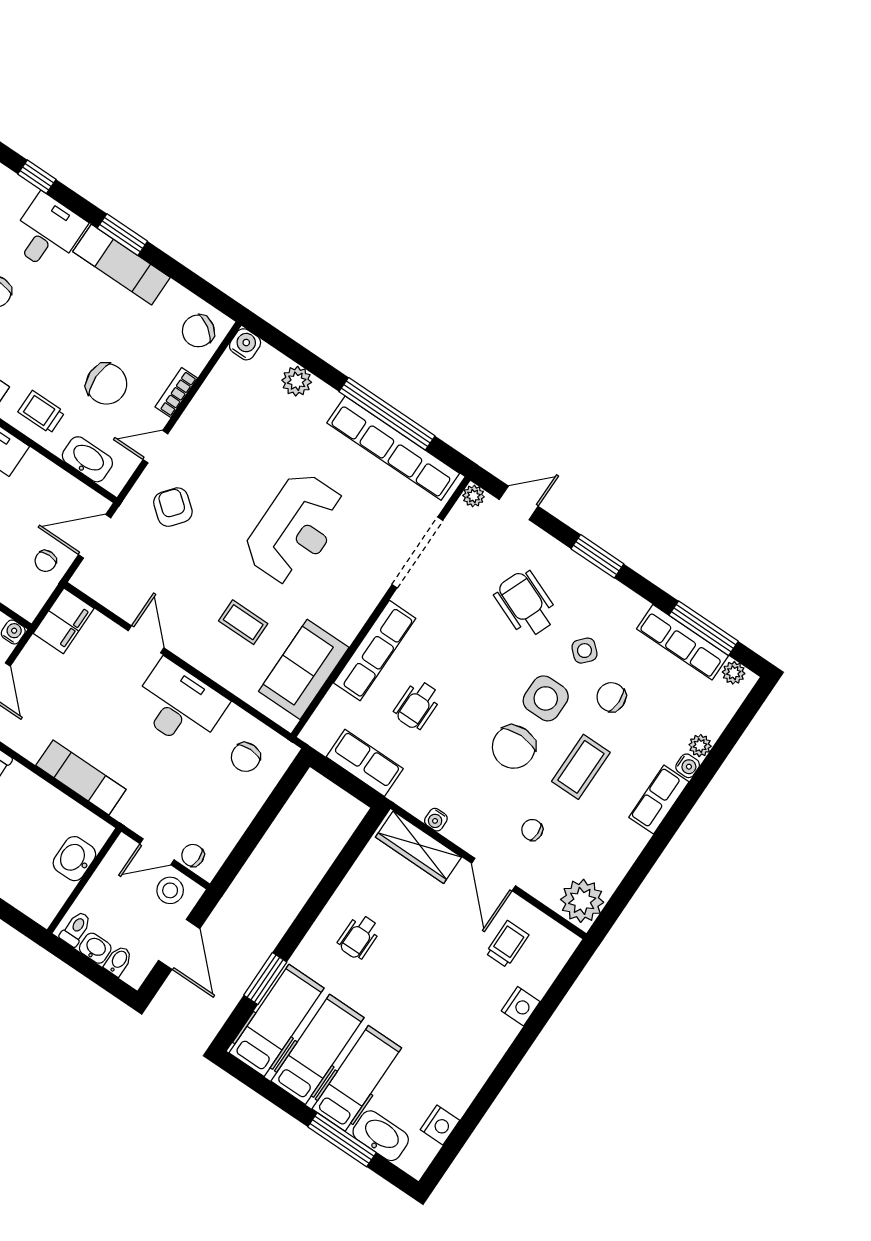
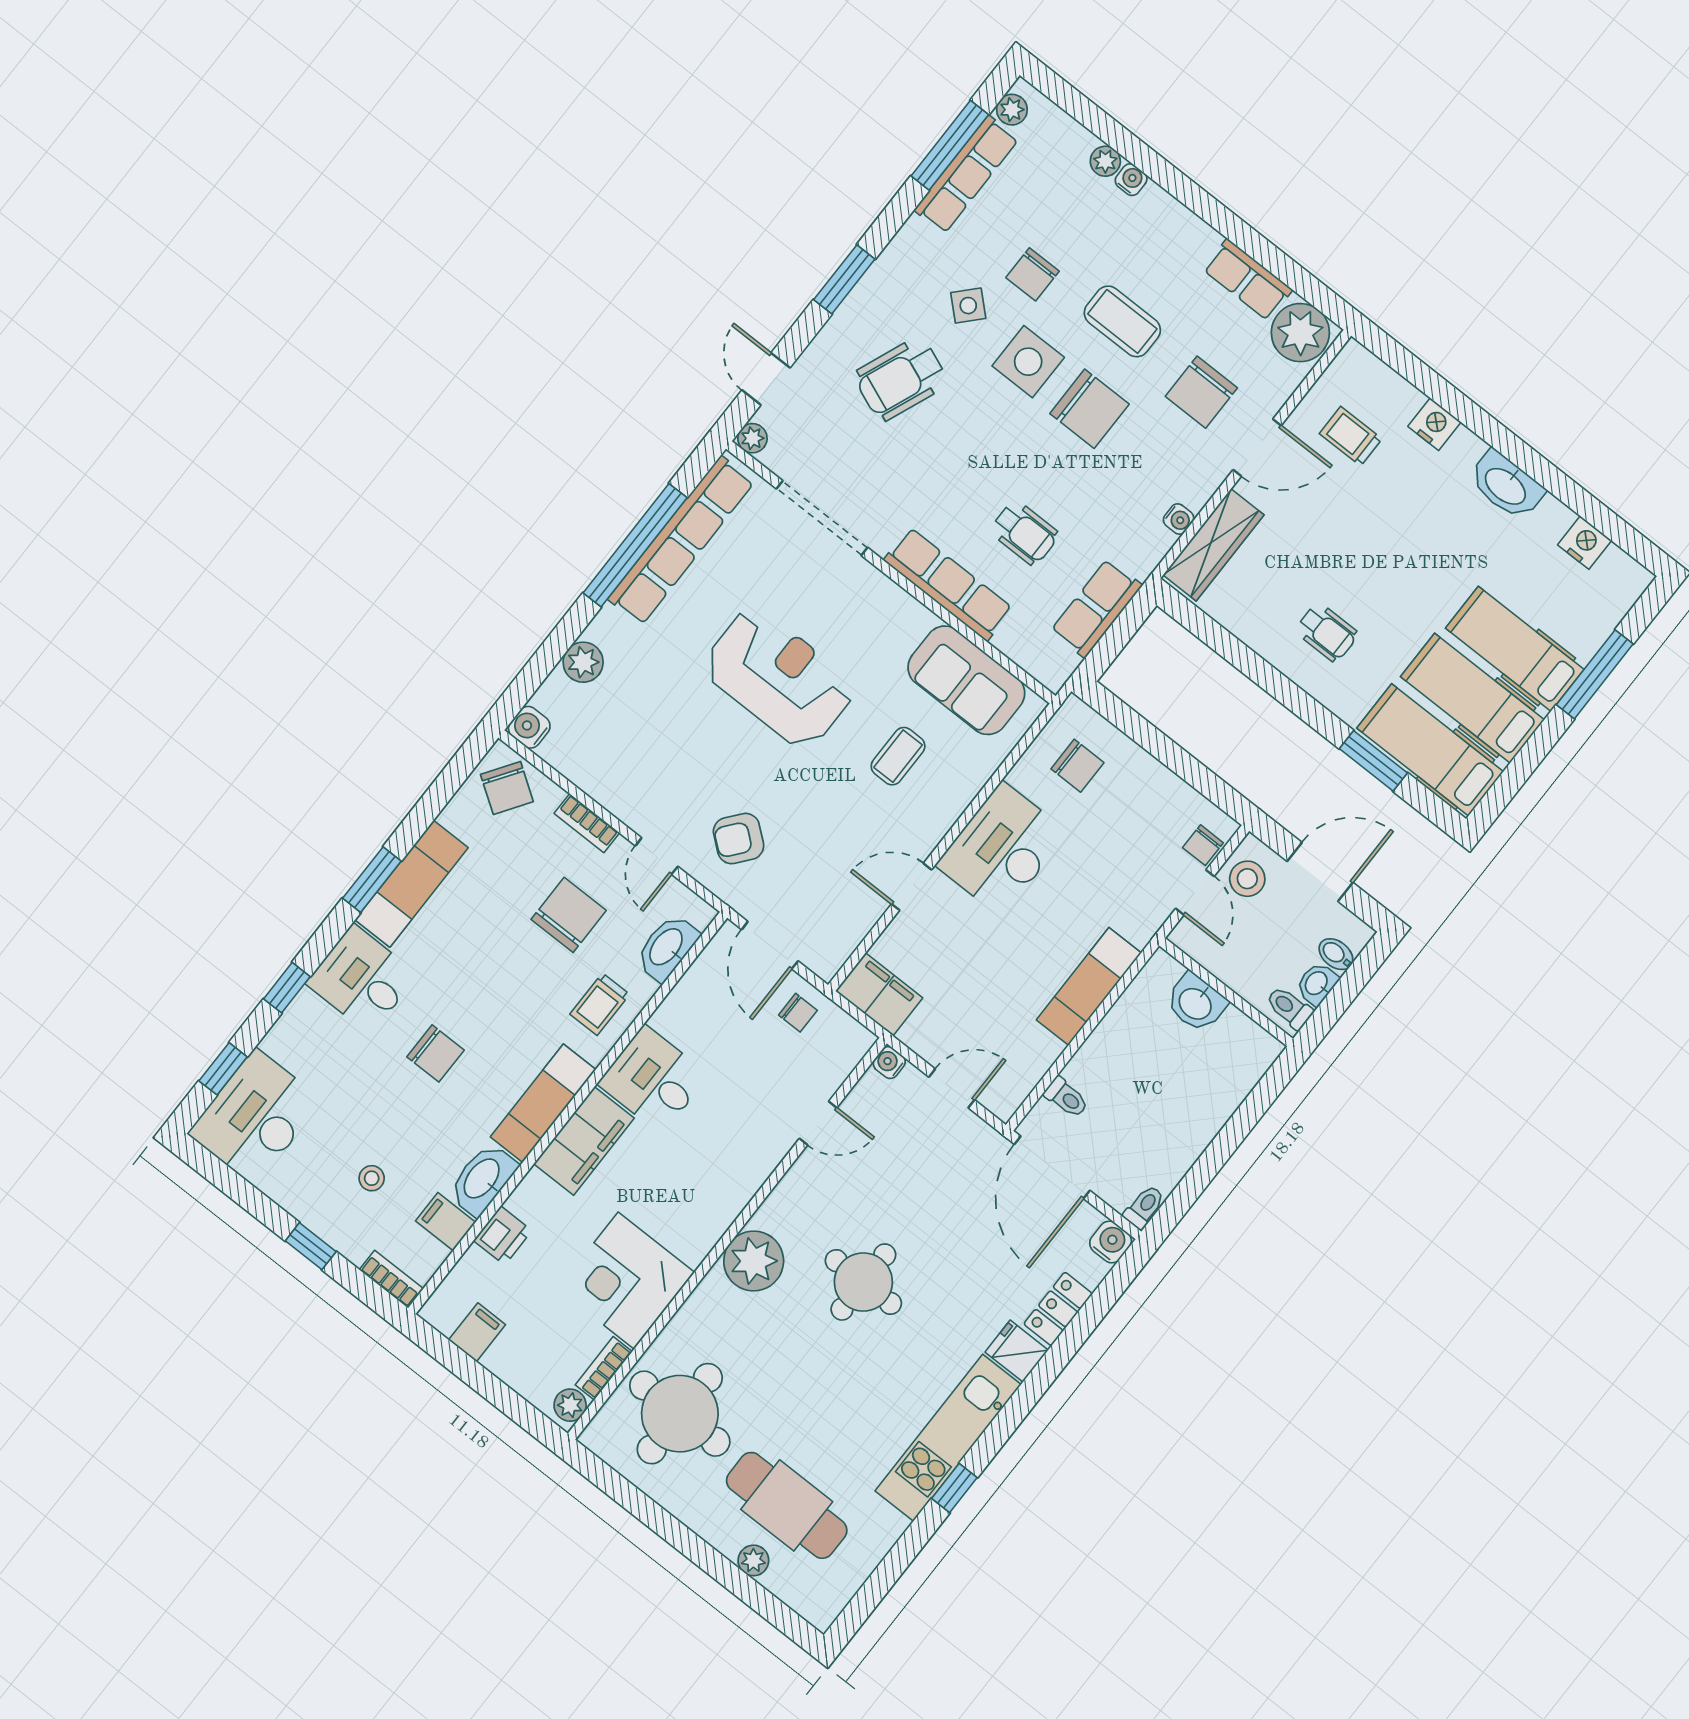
row of seats: (659, 800) -> (1248, 280), moved
chair: (532, 830) -> (1201, 392), width x1.87, depth x1.87
washbasin: (381, 1136) -> (1506, 485), moved, turned -90

